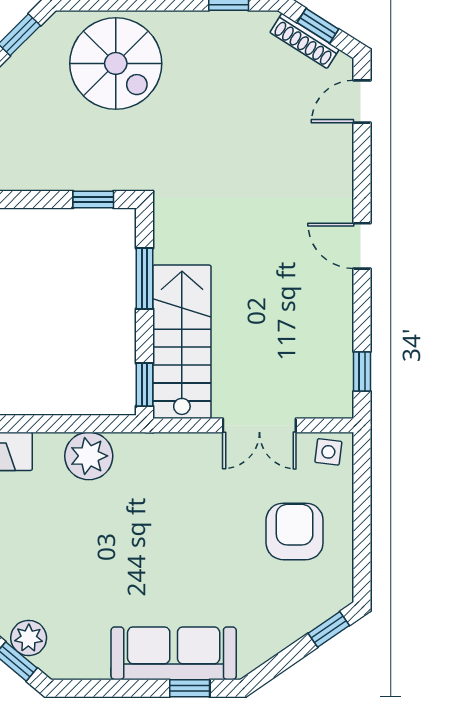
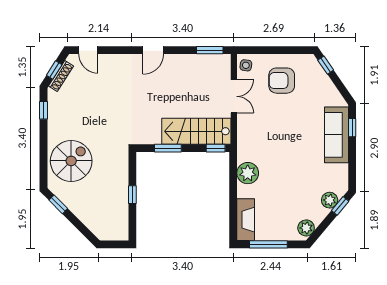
window: (93, 200) -> (132, 195), moved
window: (362, 371) -> (210, 50), width x1.50

